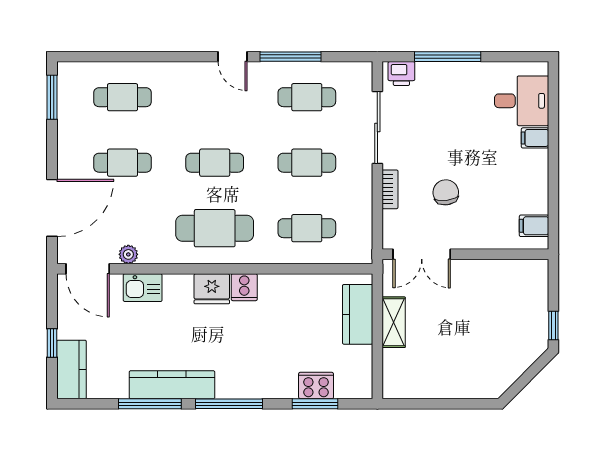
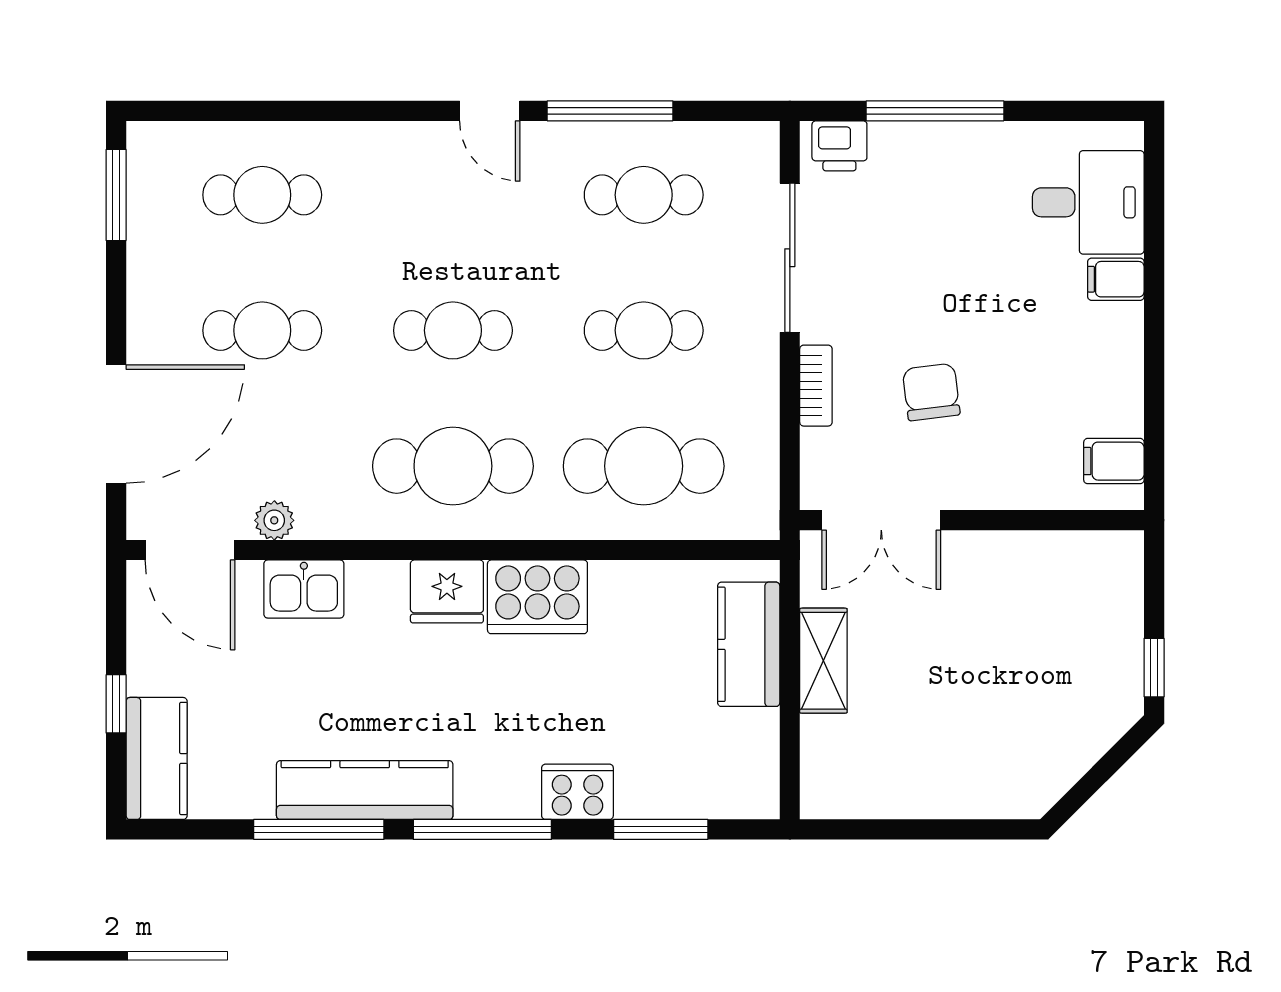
cafe table: (307, 228) -> (644, 466), width x1.37, depth x1.35
cooker: (244, 287) -> (537, 597), width x1.87, depth x1.31
cooker: (316, 386) -> (577, 792), moved

